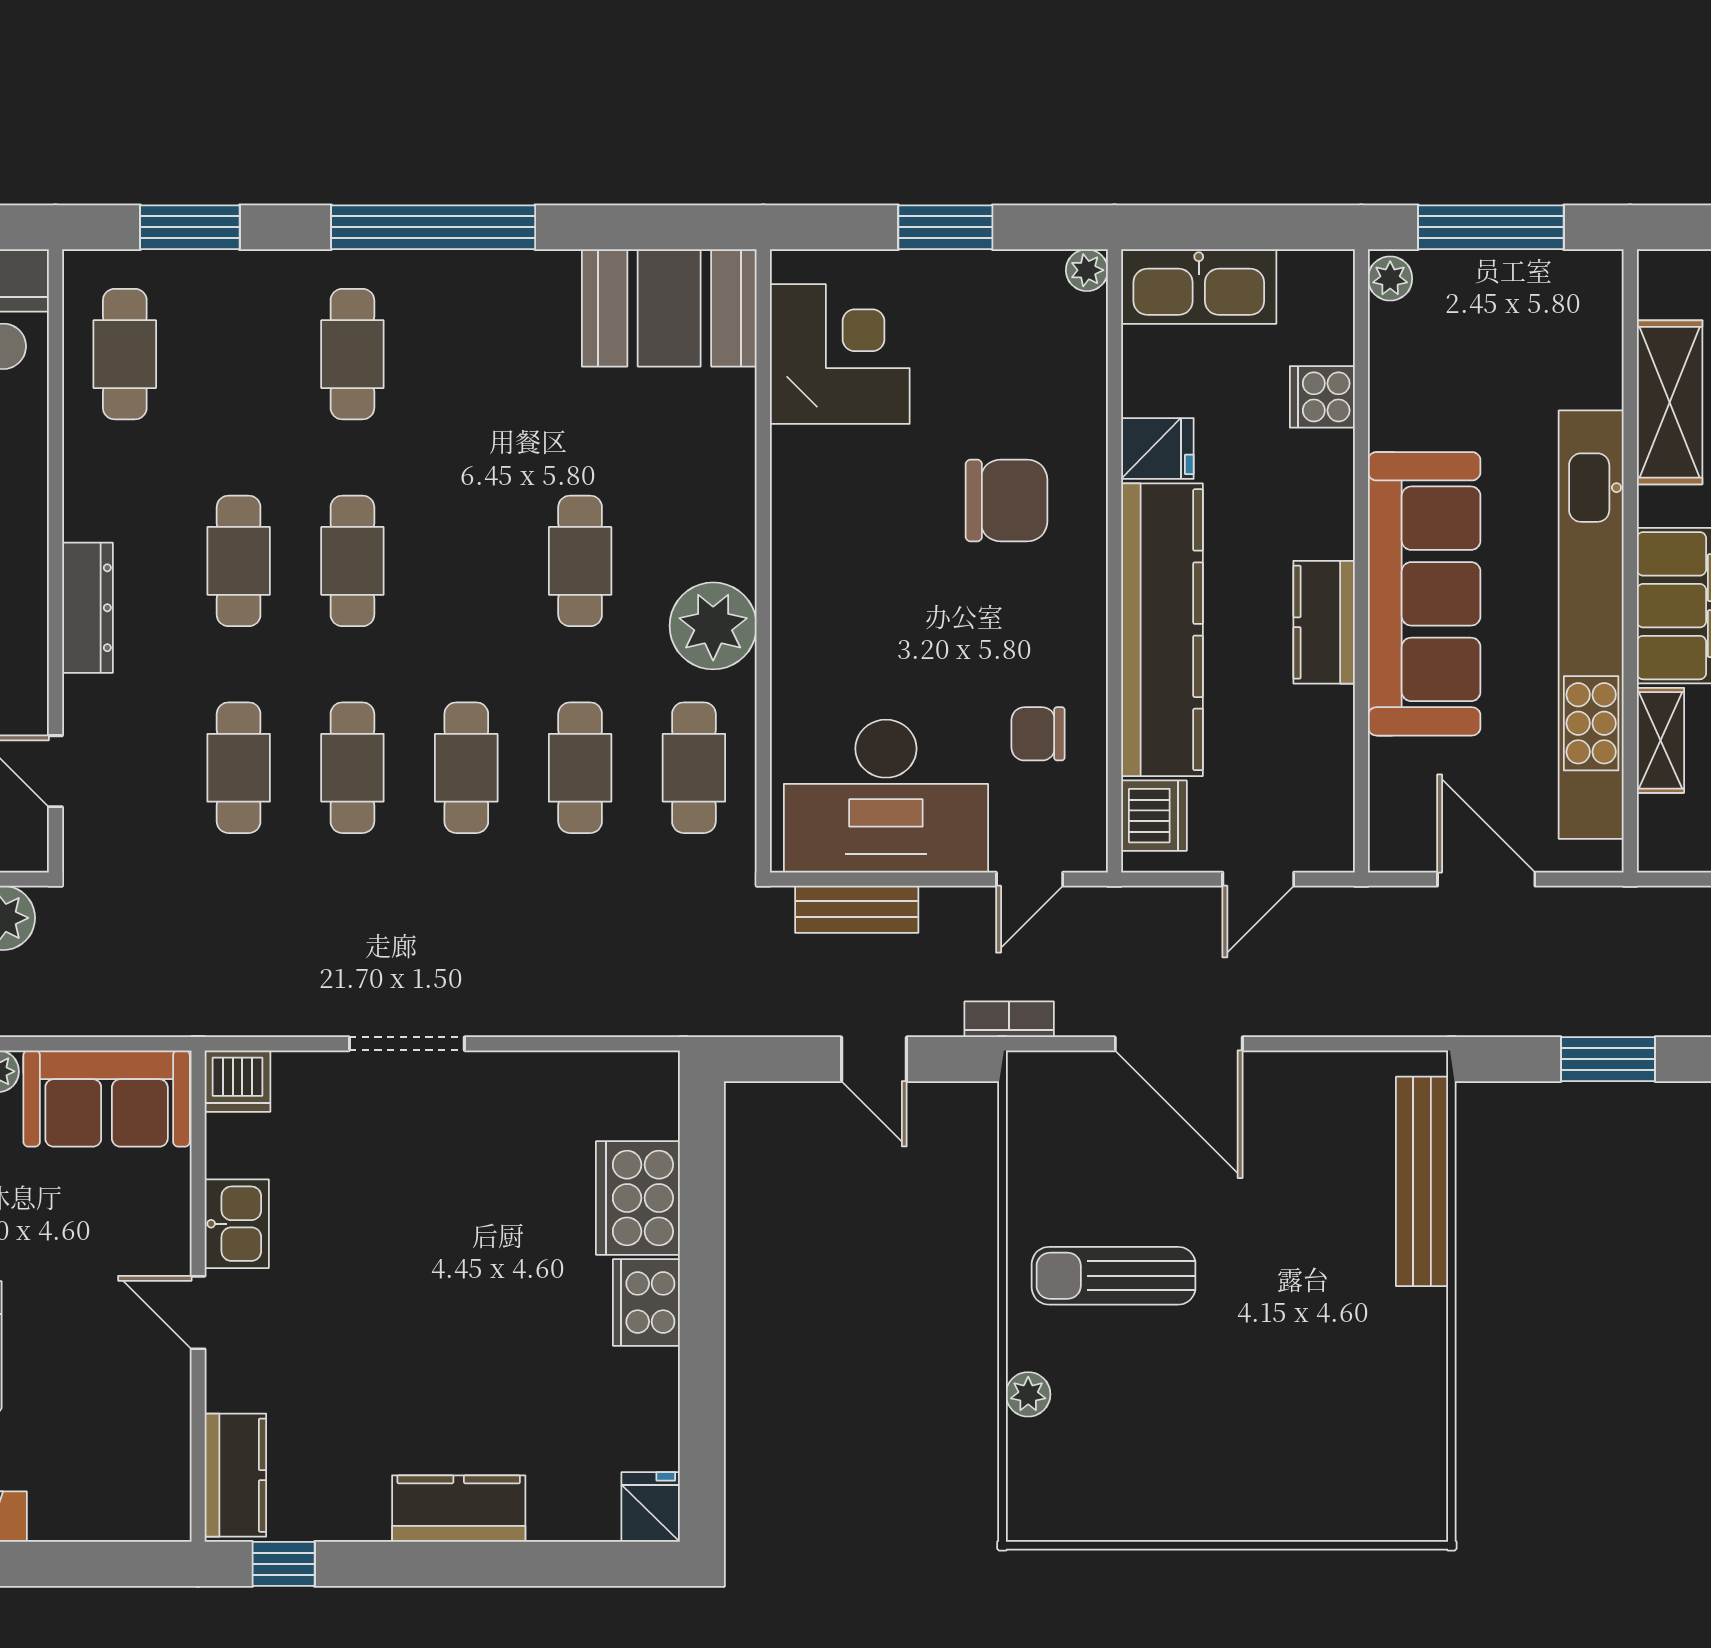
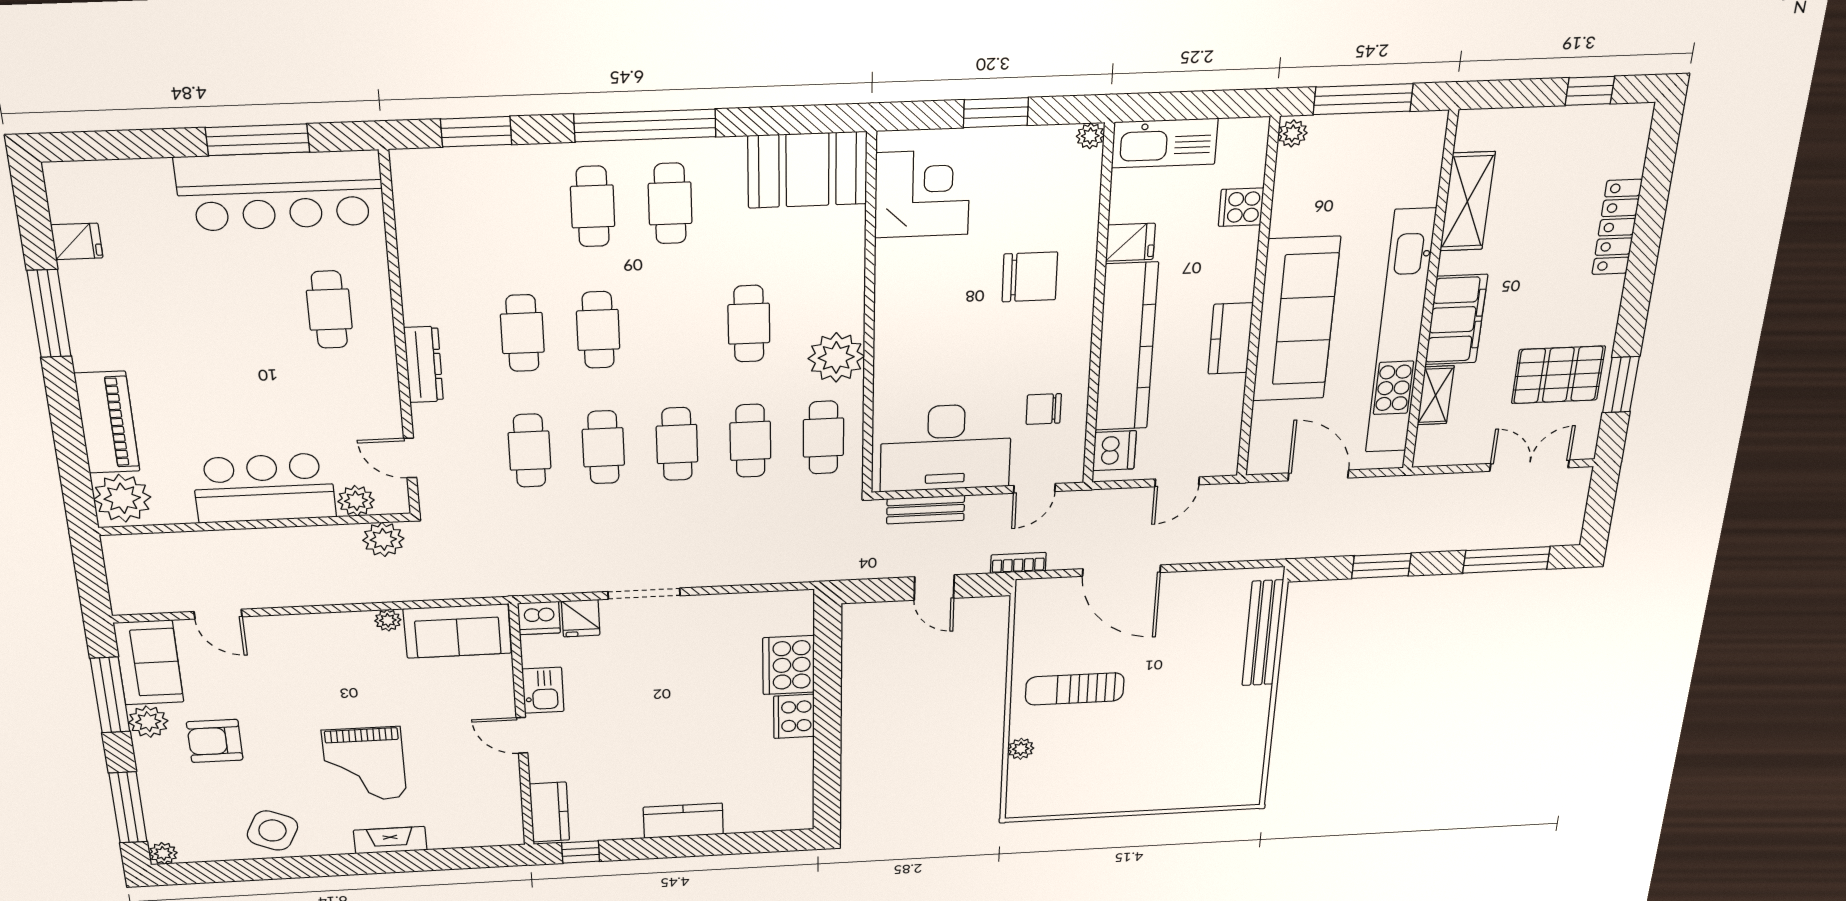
cafe table: (125, 354) -> (670, 203), moved
fridge: (651, 1507) -> (581, 618), moved, turned 180

